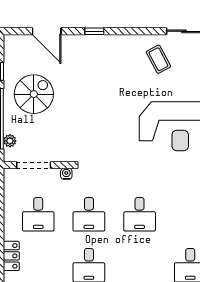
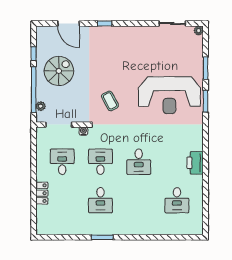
coffee table: (158, 59) -> (110, 101), moved
desk: (38, 214) -> (62, 162), turned 180
desk: (89, 214) -> (100, 162), turned 180

